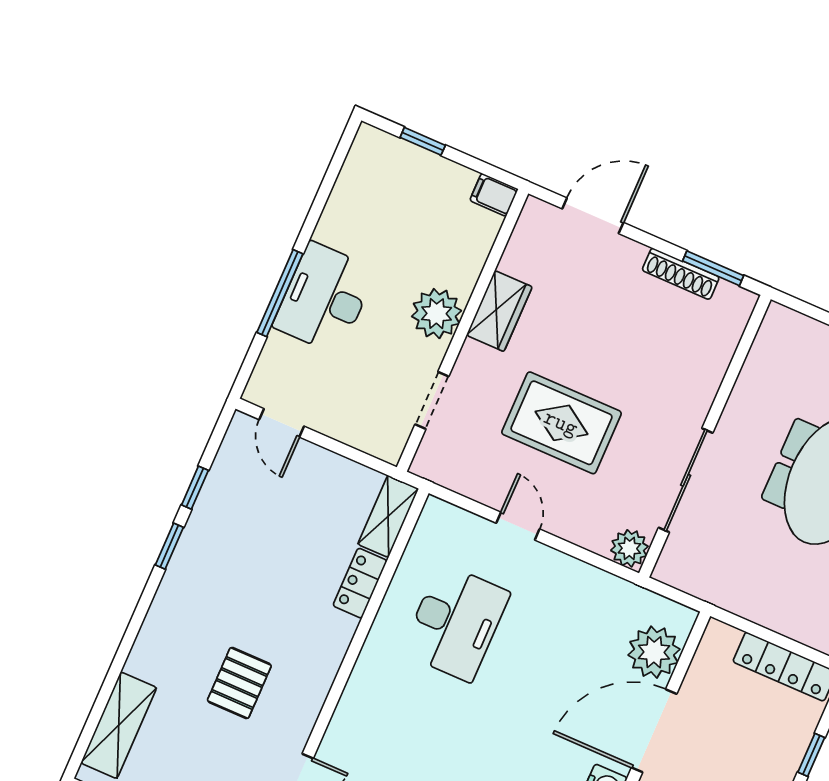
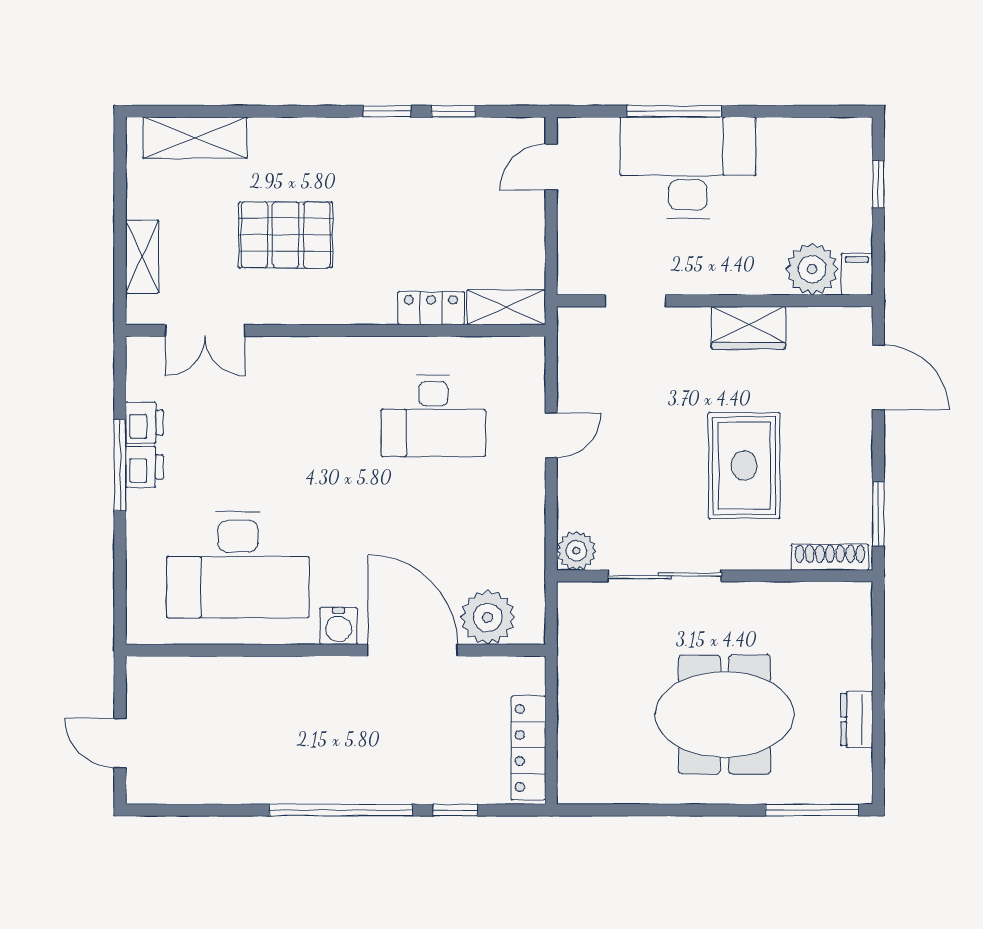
shoe rack: (681, 274) -> (830, 557), moved, turned 90
desk: (325, 298) -> (688, 168), width x1.36, depth x1.30
plant: (437, 314) -> (812, 269), moved
rug: (561, 423) -> (744, 466), moved
pallet: (239, 683) -> (286, 235), width x1.50, depth x1.42

